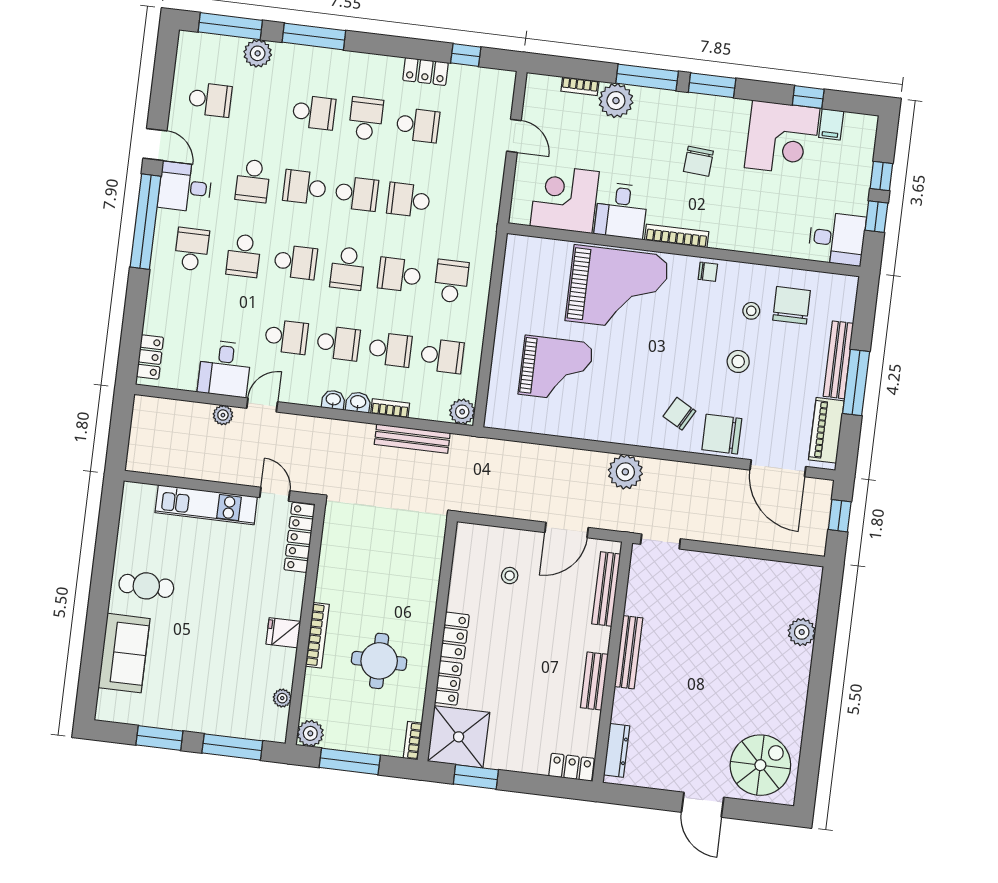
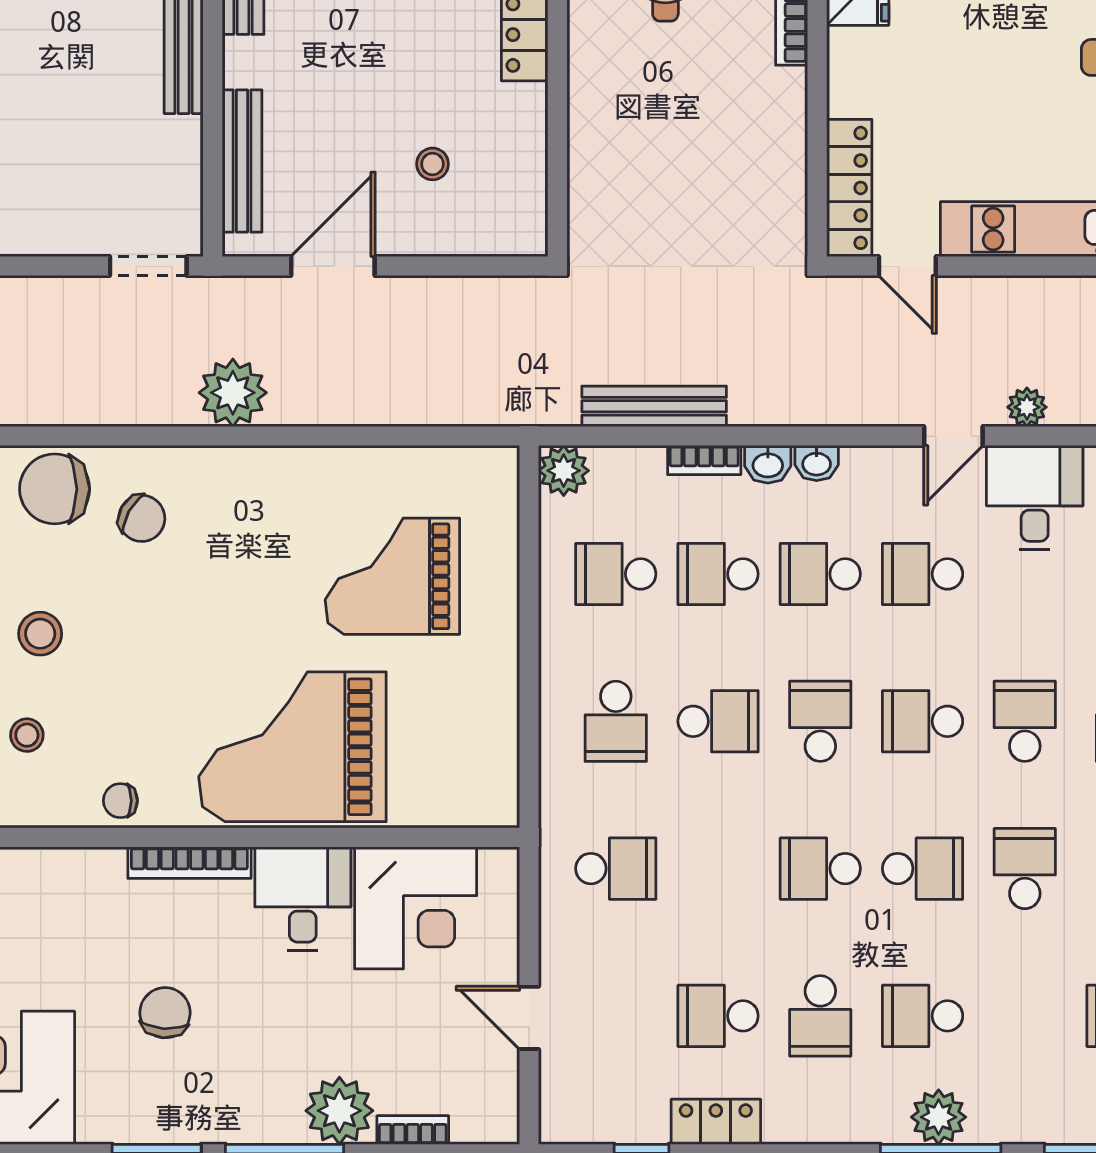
plant: (258, 53) -> (939, 1117), moved
school desk: (409, 200) -> (616, 869), moved
chair: (722, 434) -> (55, 489), turned 180

